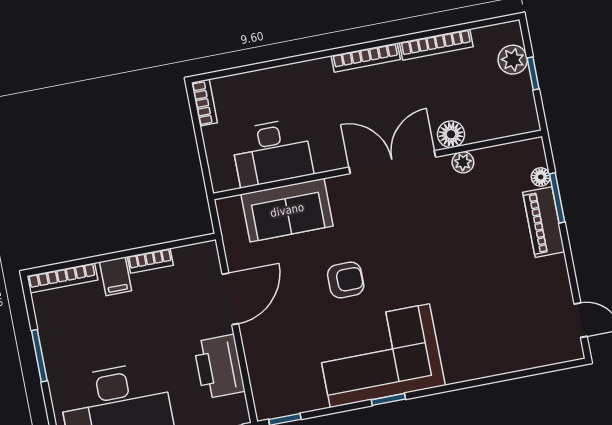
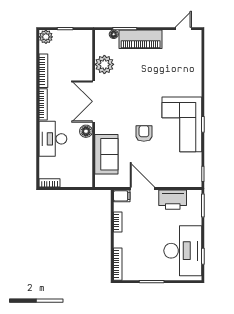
plant: (513, 60) -> (46, 37), moved
floor lamp: (451, 134) -> (86, 131), moved
desk: (272, 152) -> (53, 139), moved, turned 180
plant: (463, 162) -> (104, 64), width x1.87, depth x1.87
piano: (544, 222) -> (141, 39), width x1.37, depth x1.33
filing cabinet: (116, 276) -> (122, 196), moved

